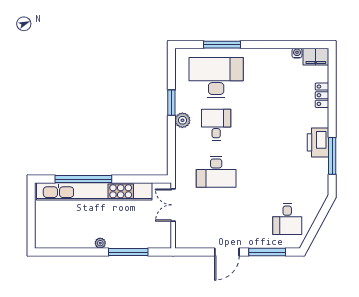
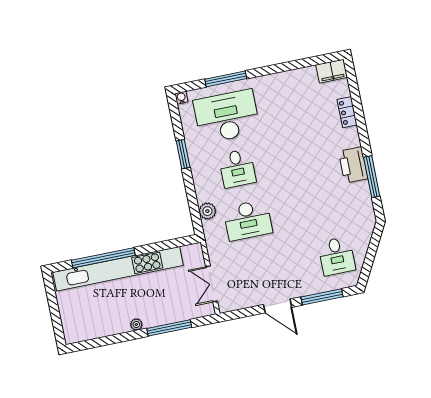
water cooler: (297, 53) -> (181, 98), moved
plant: (182, 120) -> (207, 211), moved
desk: (216, 125) -> (237, 168), turned 180
double door: (173, 205) -> (212, 284), moved
door: (227, 252) -> (278, 306), hinge flipped

